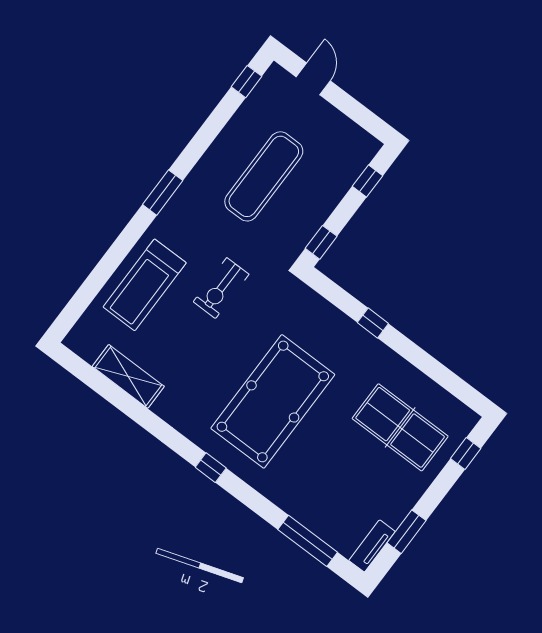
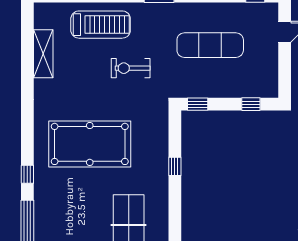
treadmill: (145, 285) -> (101, 25), turned 180
window: (211, 468) -> (27, 174), moved

